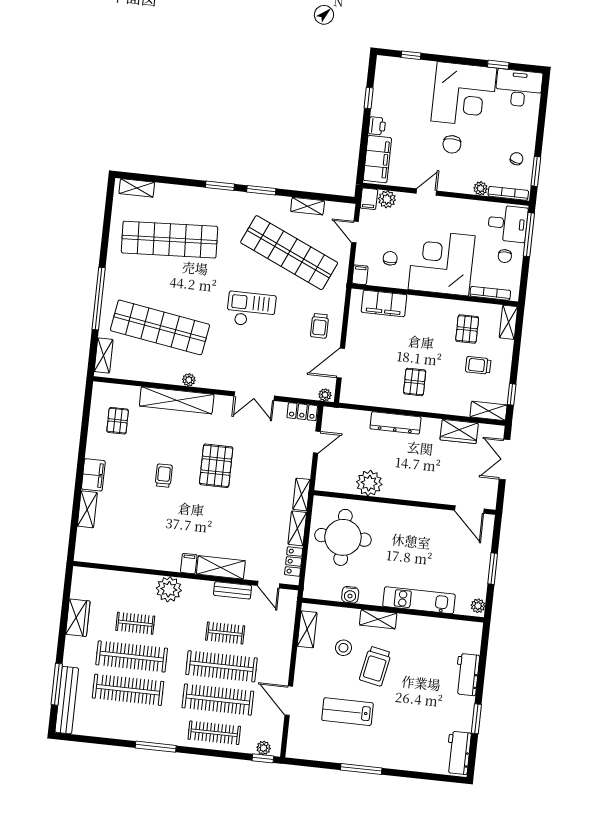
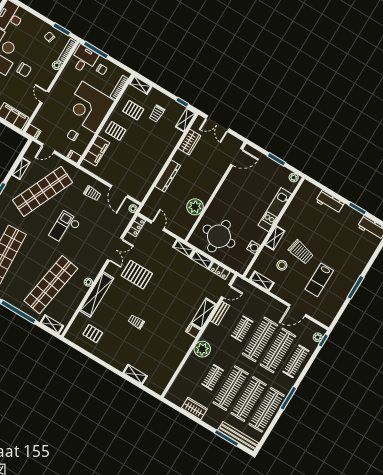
plant: (387, 199) -> (38, 121), removed
pallet: (415, 382) -> (116, 131), moved
pallet: (216, 466) -> (137, 275), moved
filing cabinet: (93, 475) -> (117, 362), removed
clothes rail: (124, 723) -> (267, 410), added

